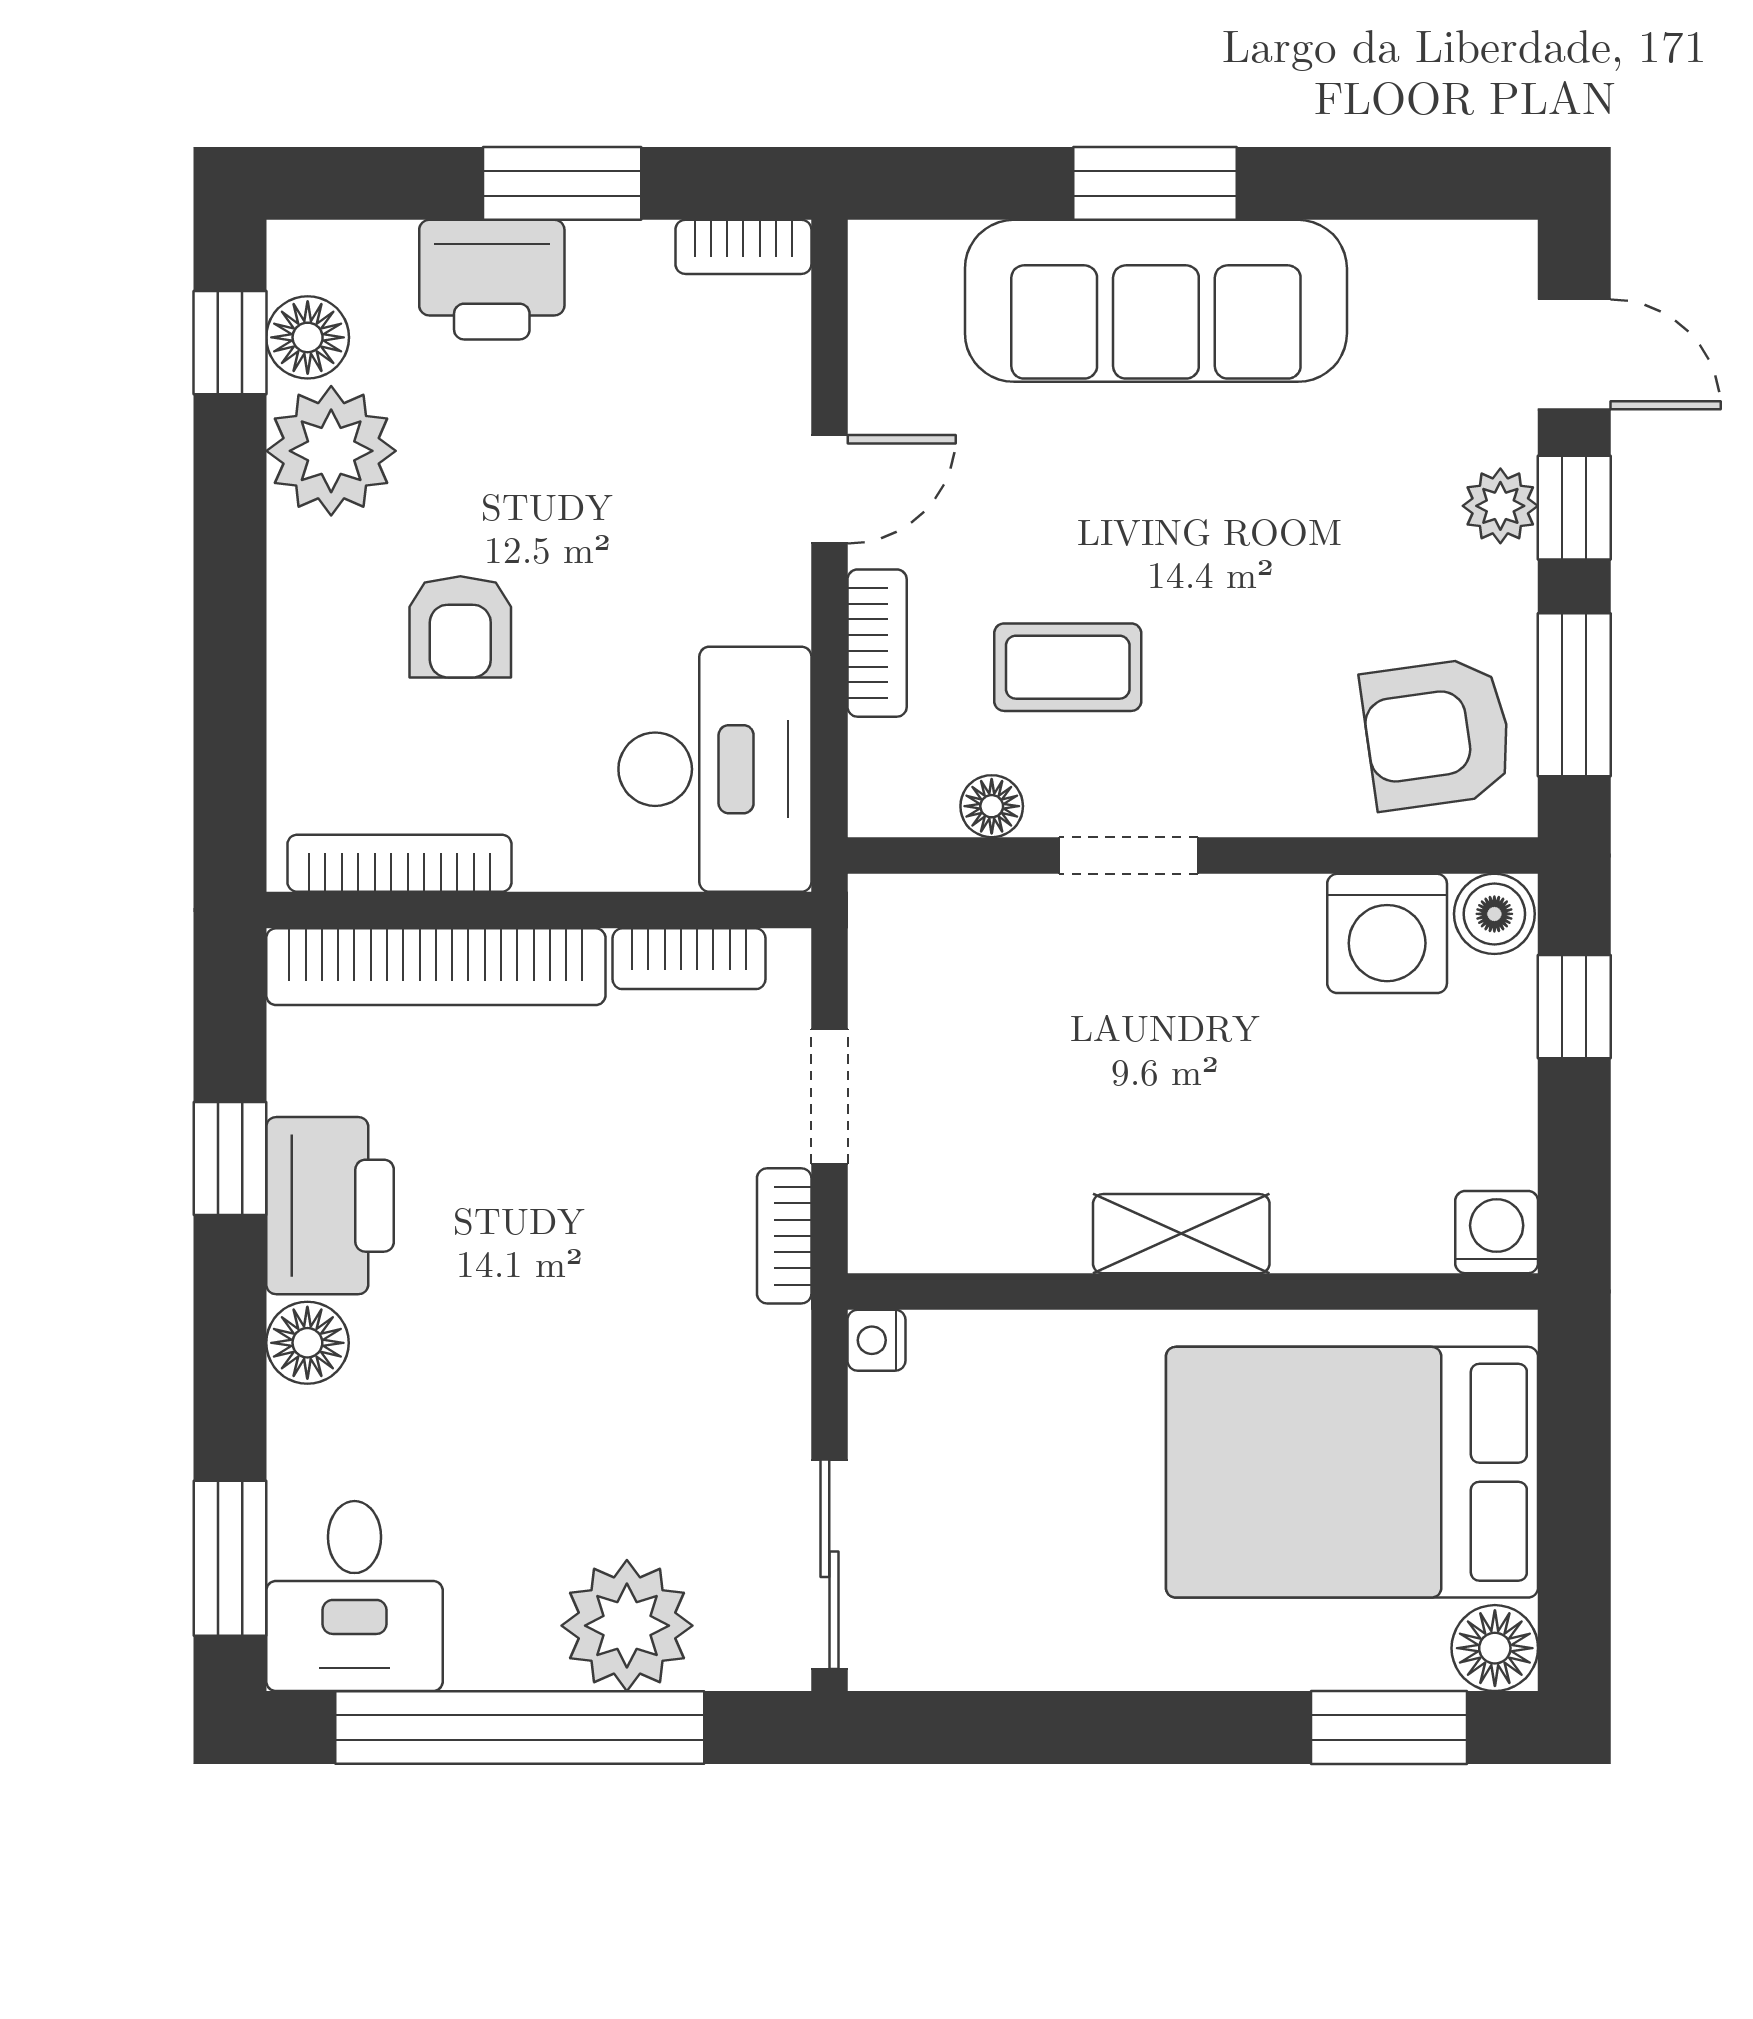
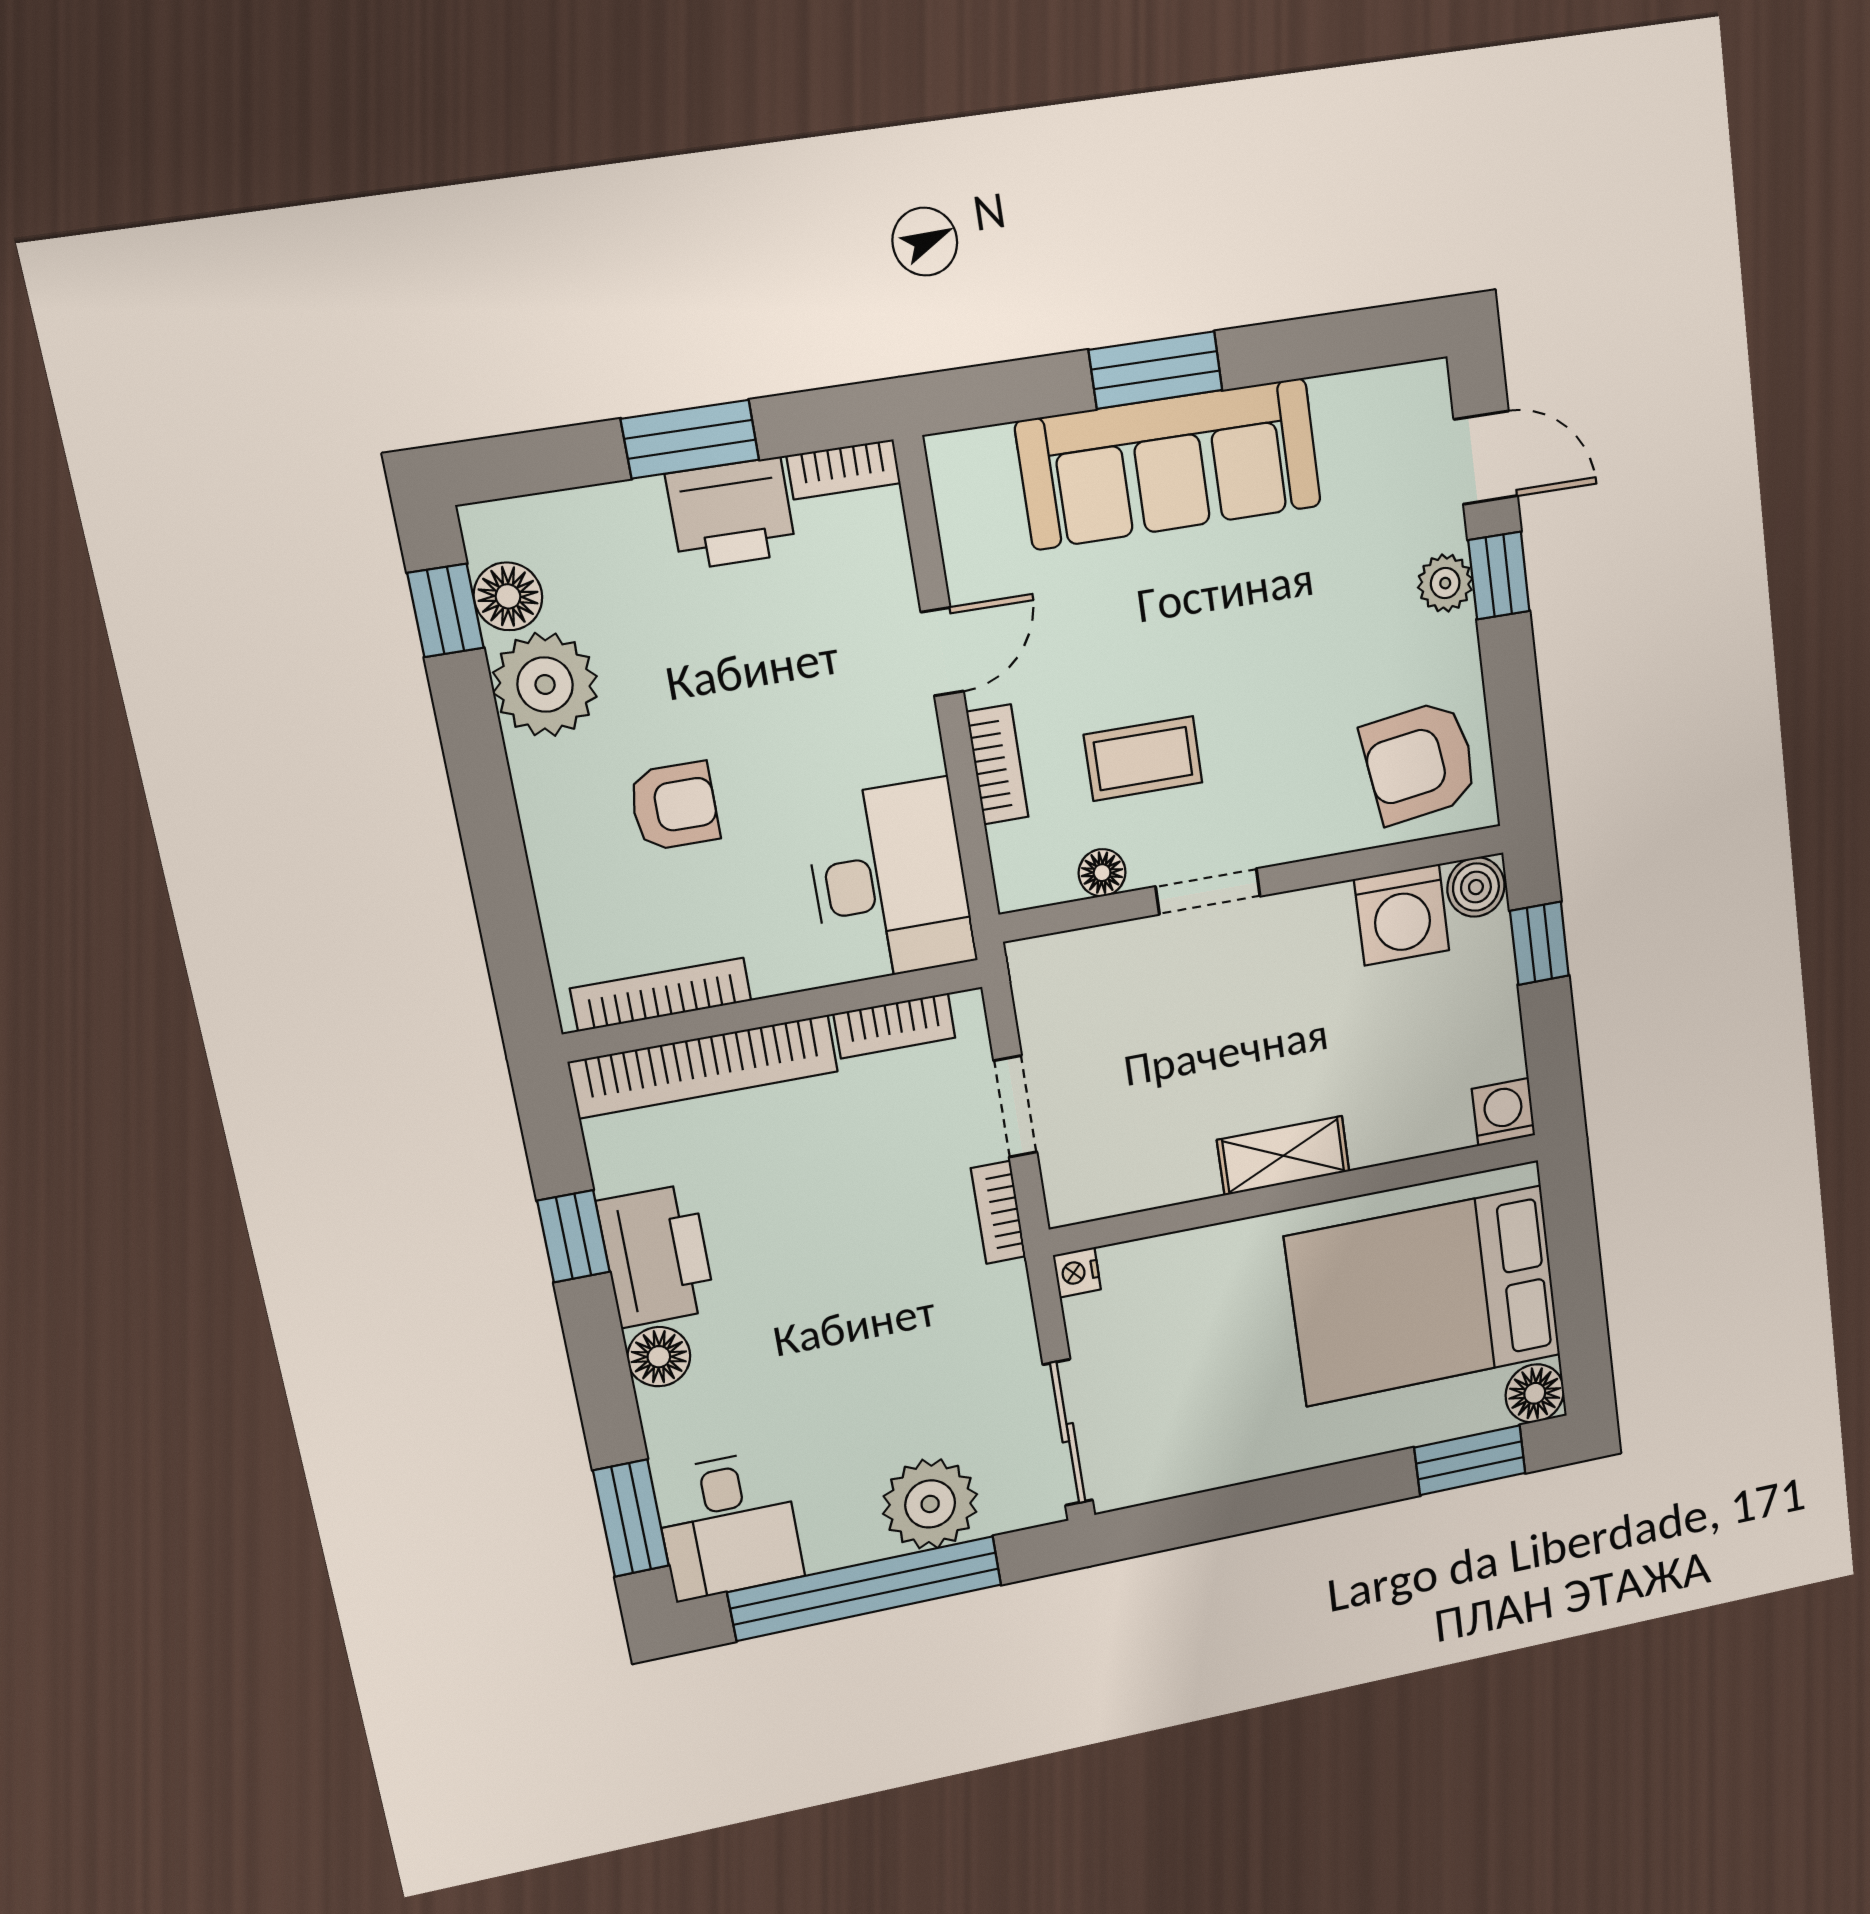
printer: (492, 280) -> (731, 514), moved
armchair: (460, 627) -> (674, 806), turned -90
window: (1574, 695) -> (1514, 716), removed

